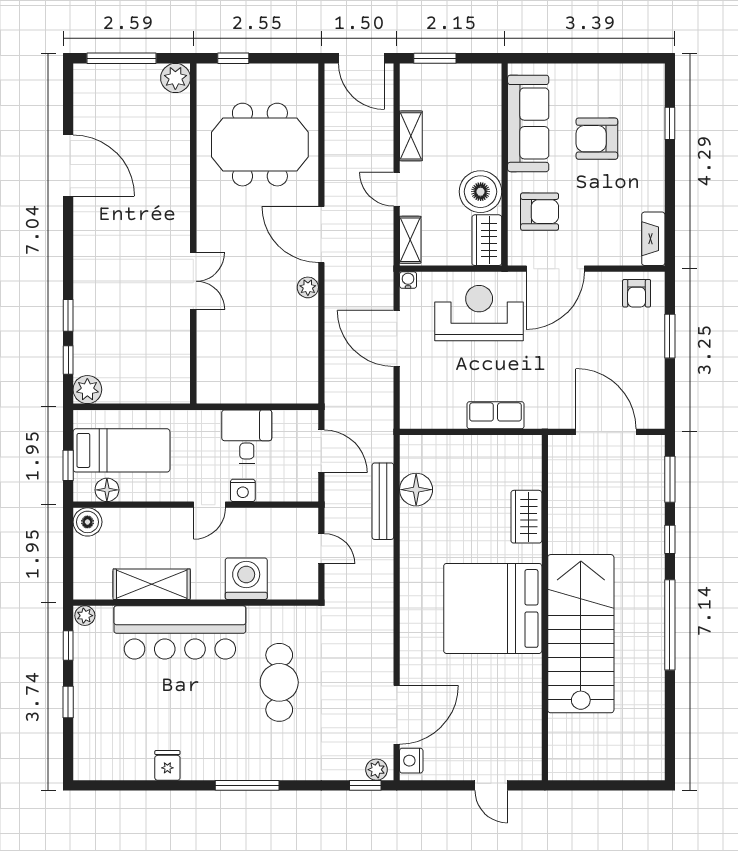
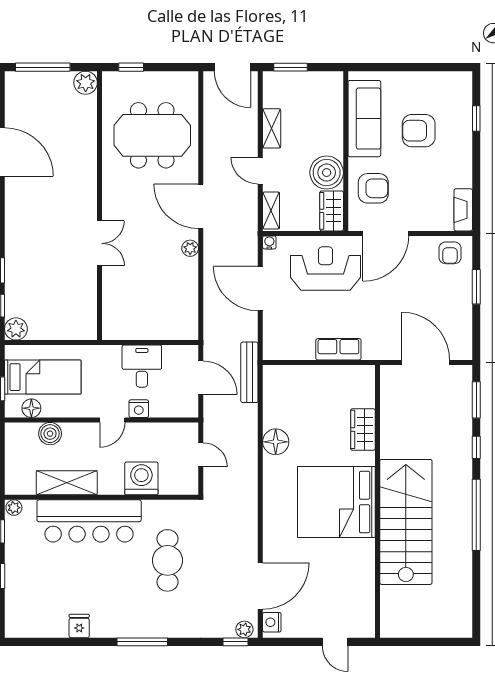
floor lamp: (416, 490) -> (276, 442), moved
bench: (383, 501) -> (249, 372), moved
boiler: (87, 522) -> (50, 434), moved

